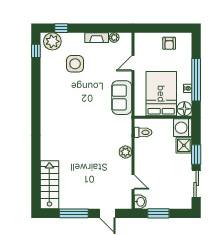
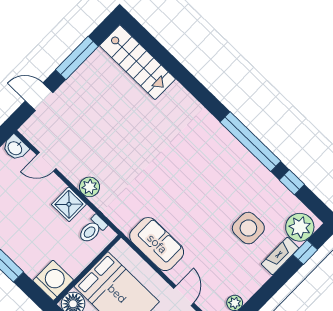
fireplace: (97, 38) -> (280, 256), moved
window: (36, 51) -> (292, 182), moved
window: (36, 100) -> (250, 142), added
shower: (184, 145) -> (69, 204), moved

